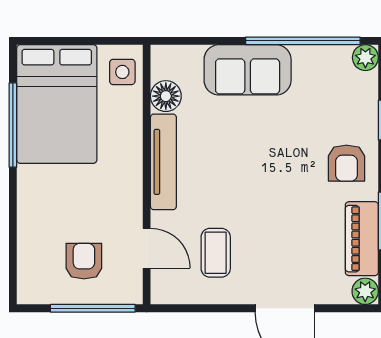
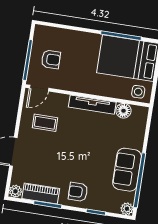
sofa: (248, 70) -> (127, 170), moved
door: (147, 248) -> (39, 88), moved

